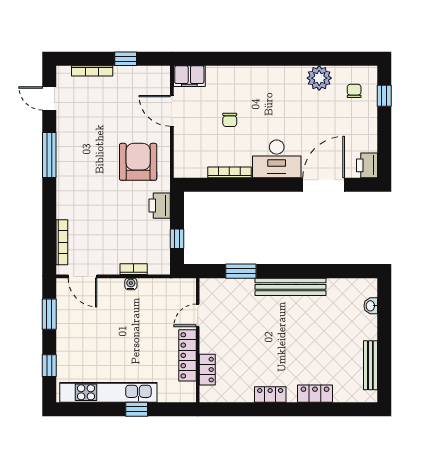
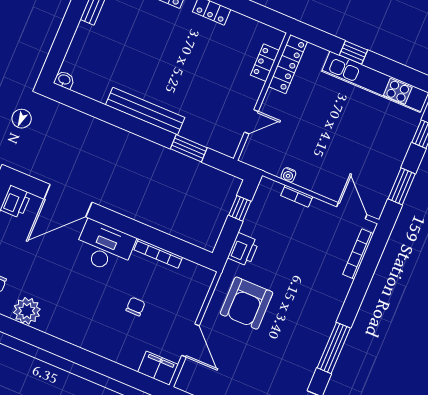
water cooler: (131, 284) -> (288, 175), moved
washbasin: (371, 306) -> (64, 80), moved, turned -90
locker: (187, 355) -> (288, 64), moved

